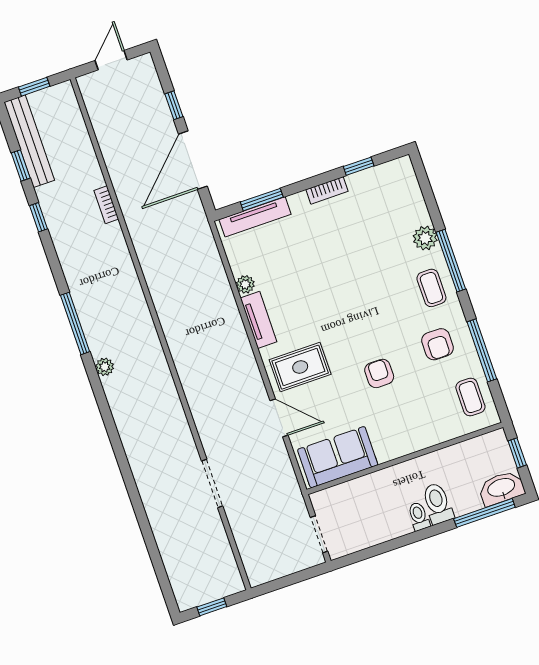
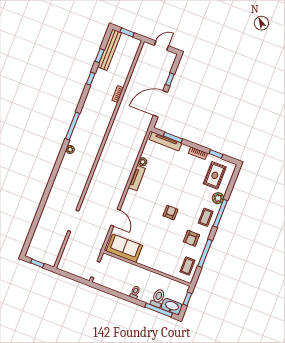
rug: (300, 367) -> (215, 175), moved, turned 90
armchair: (379, 373) -> (170, 213), moved
toilet: (438, 503) -> (158, 298), moved

